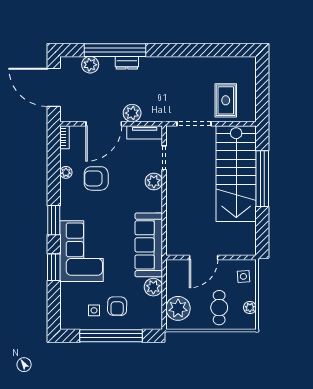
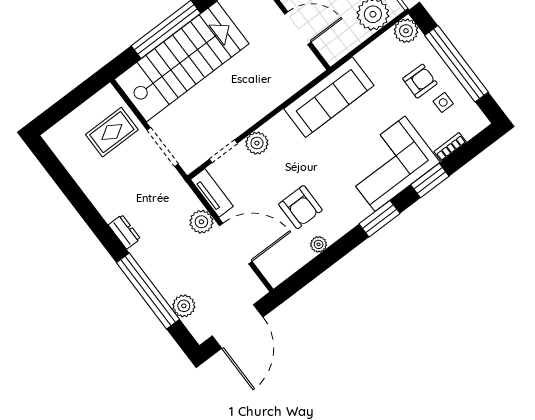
dresser: (127, 63) -> (124, 232), moved
bookcase: (65, 137) -> (450, 147), moved
plant: (153, 287) -> (406, 31), moved

